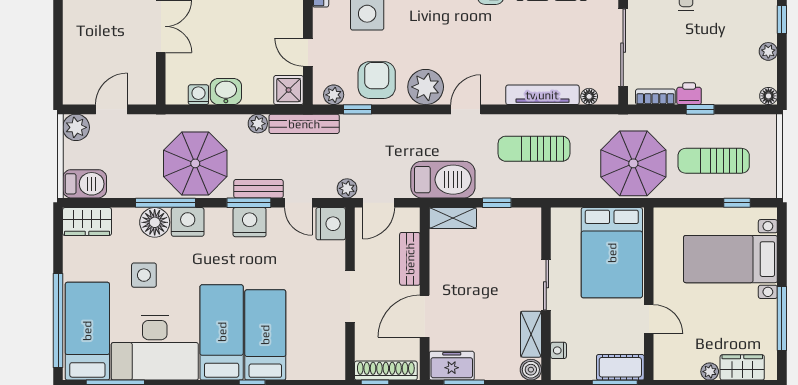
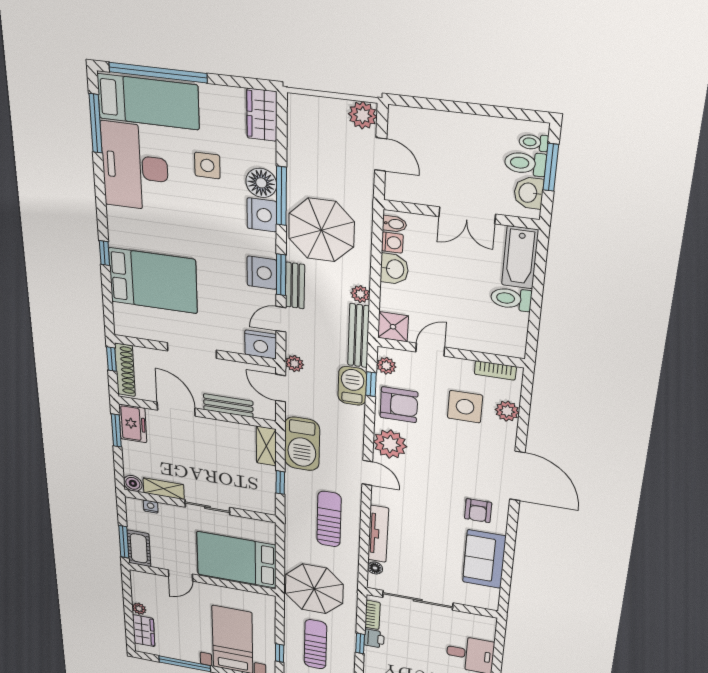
bidet: (179, 93) -> (395, 224), added
barbecue: (85, 184) -> (352, 386), moved, turned 180
bed: (222, 332) -> (153, 232), removed
bed: (265, 335) -> (153, 281), width x1.50

